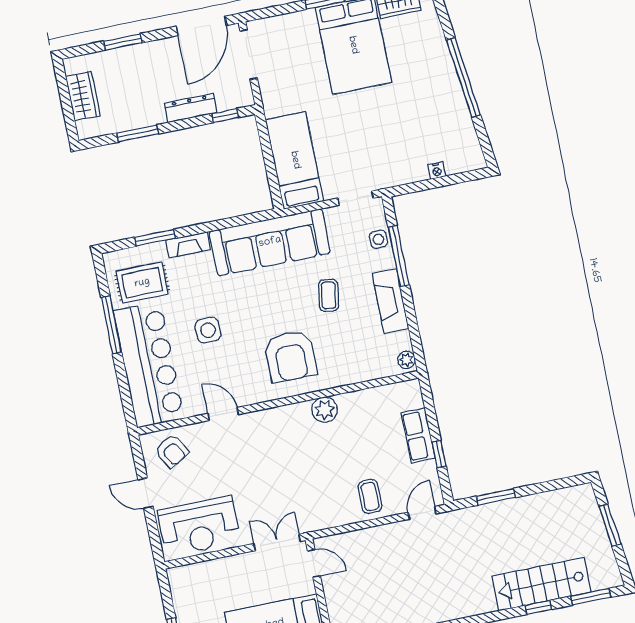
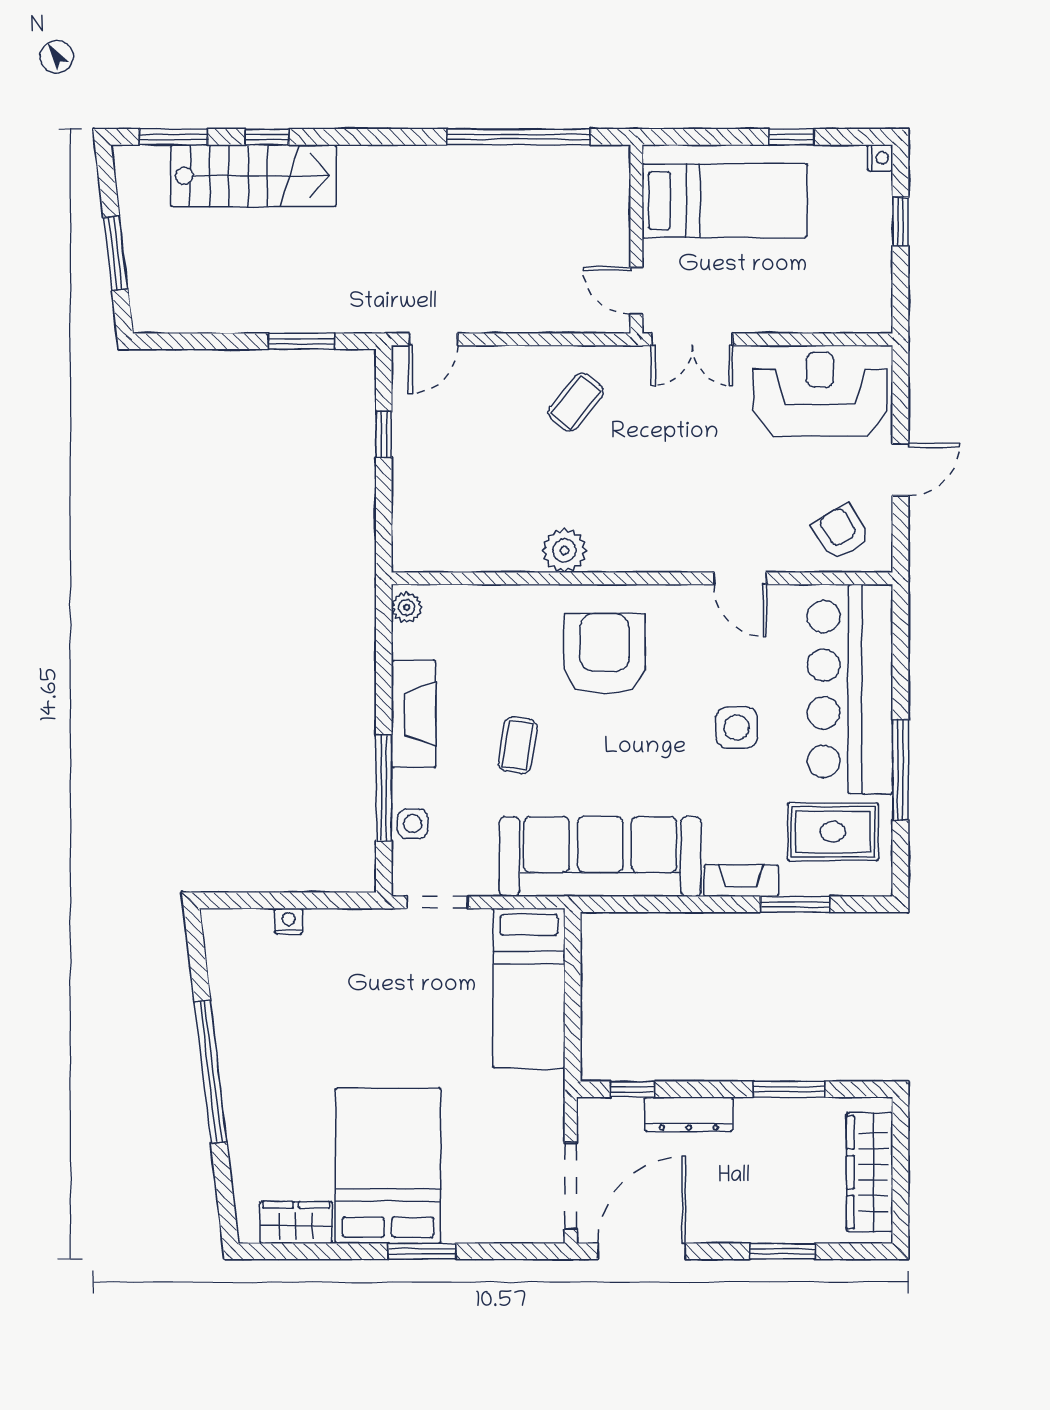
wardrobe: (83, 96) -> (870, 1172), width x1.50
row of seats: (418, 436) -> (413, 473), removed
door: (146, 493) -> (900, 470), hinge flipped
coffee table: (370, 496) -> (576, 402), moved, turned 39

